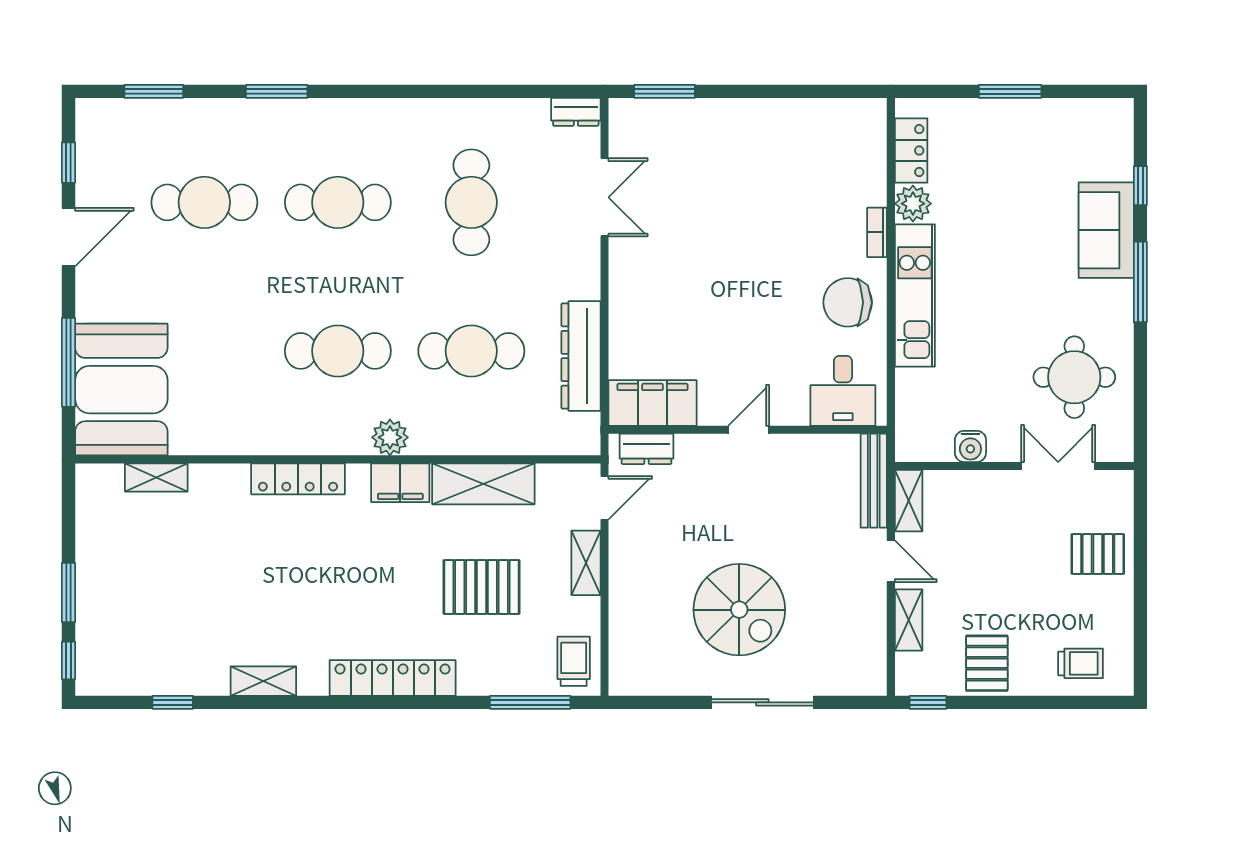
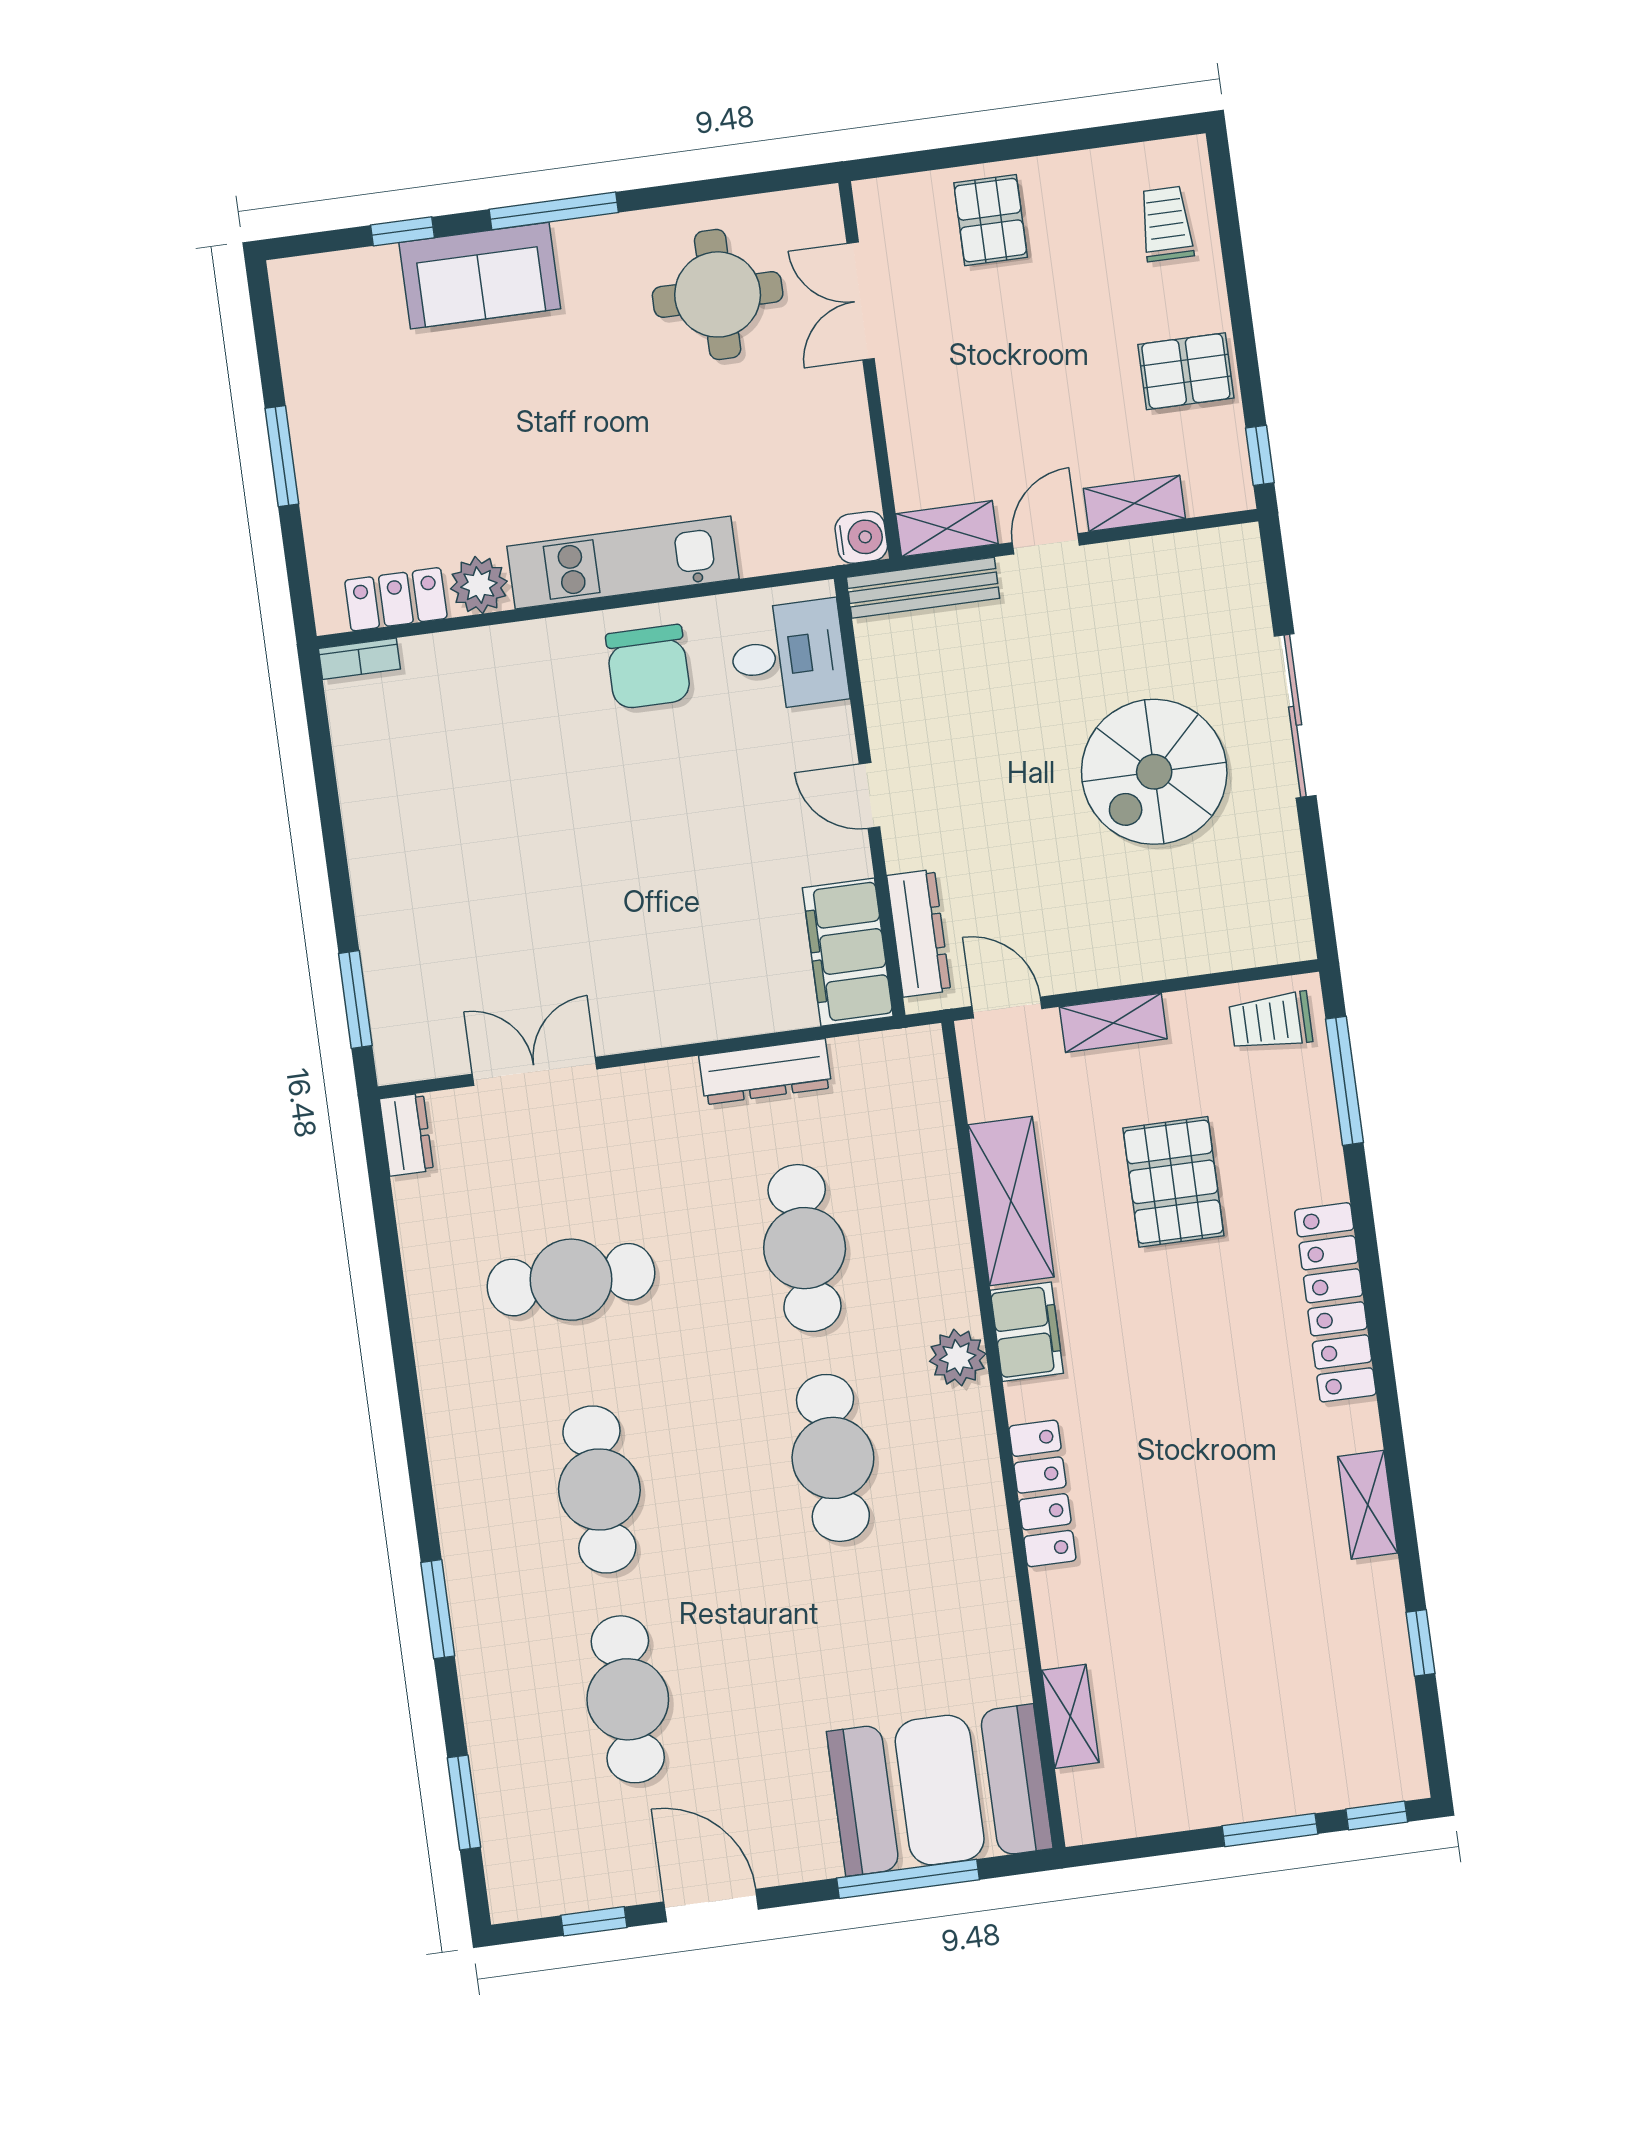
bookcase: (877, 232) -> (359, 659), moved
dresser: (581, 356) -> (765, 1072), width x0.73, depth x0.80
water cooler: (970, 446) -> (861, 537), moved
dresser: (647, 449) -> (919, 933), width x1.44
spiral stairs: (739, 610) -> (1154, 772), turned 180

